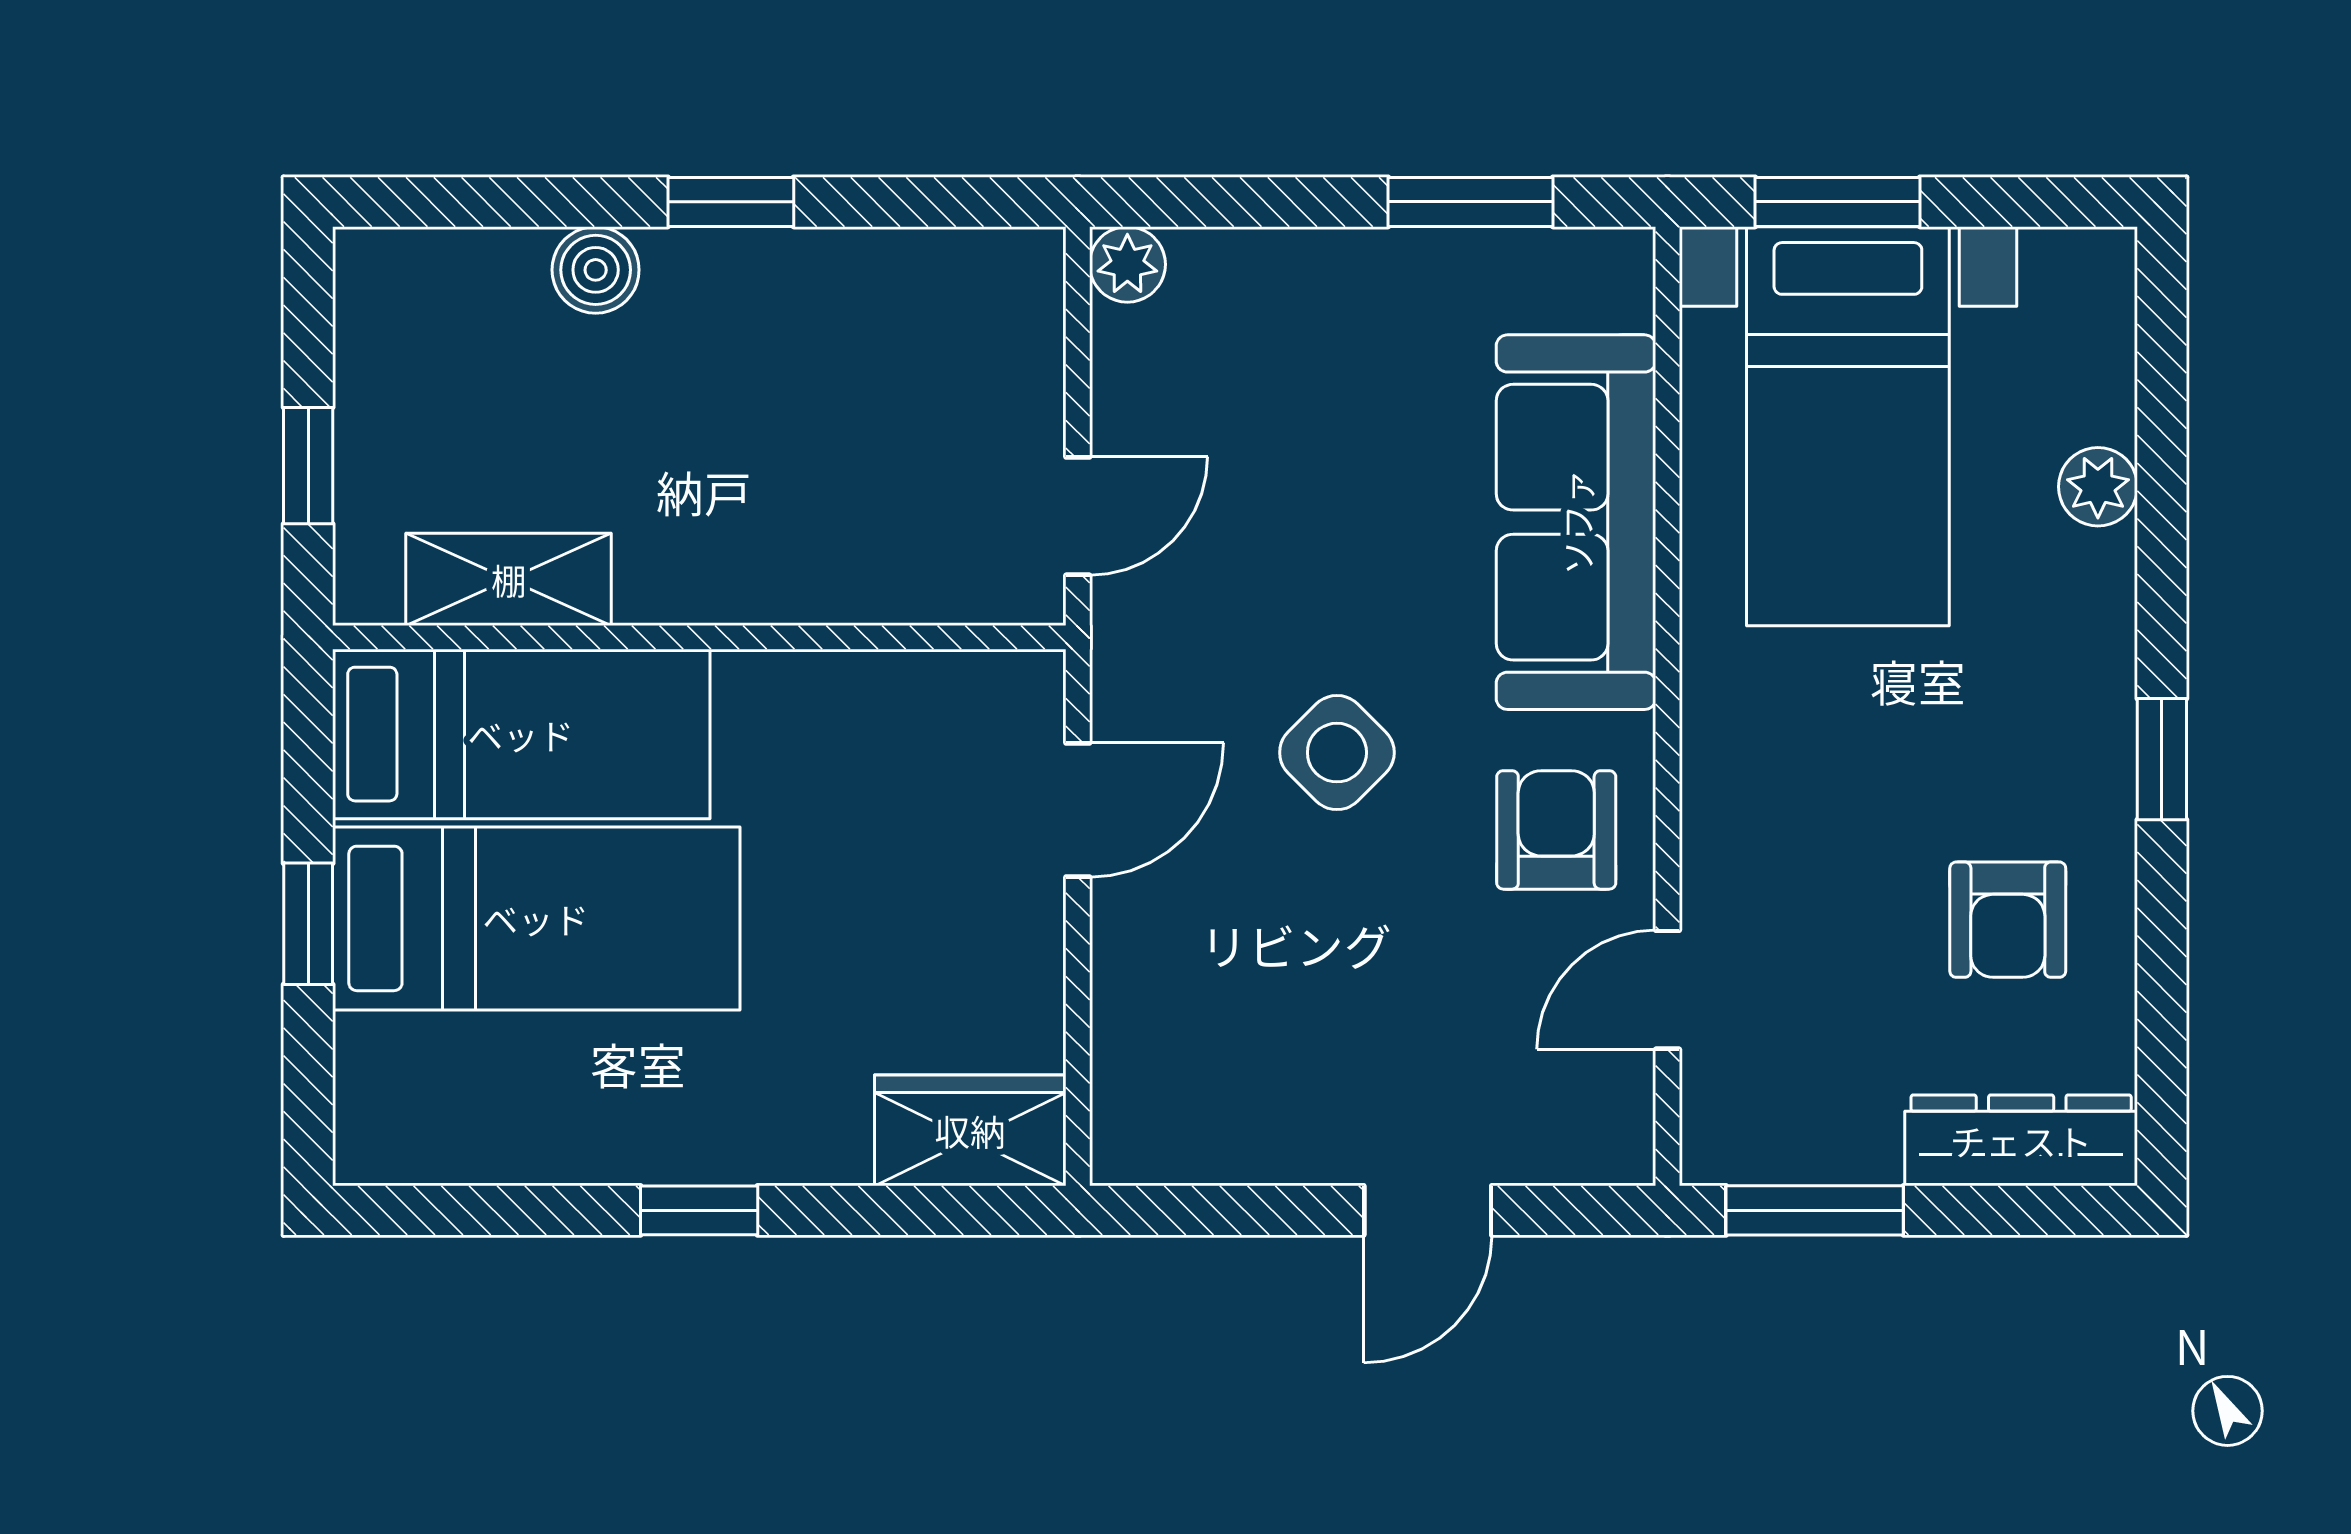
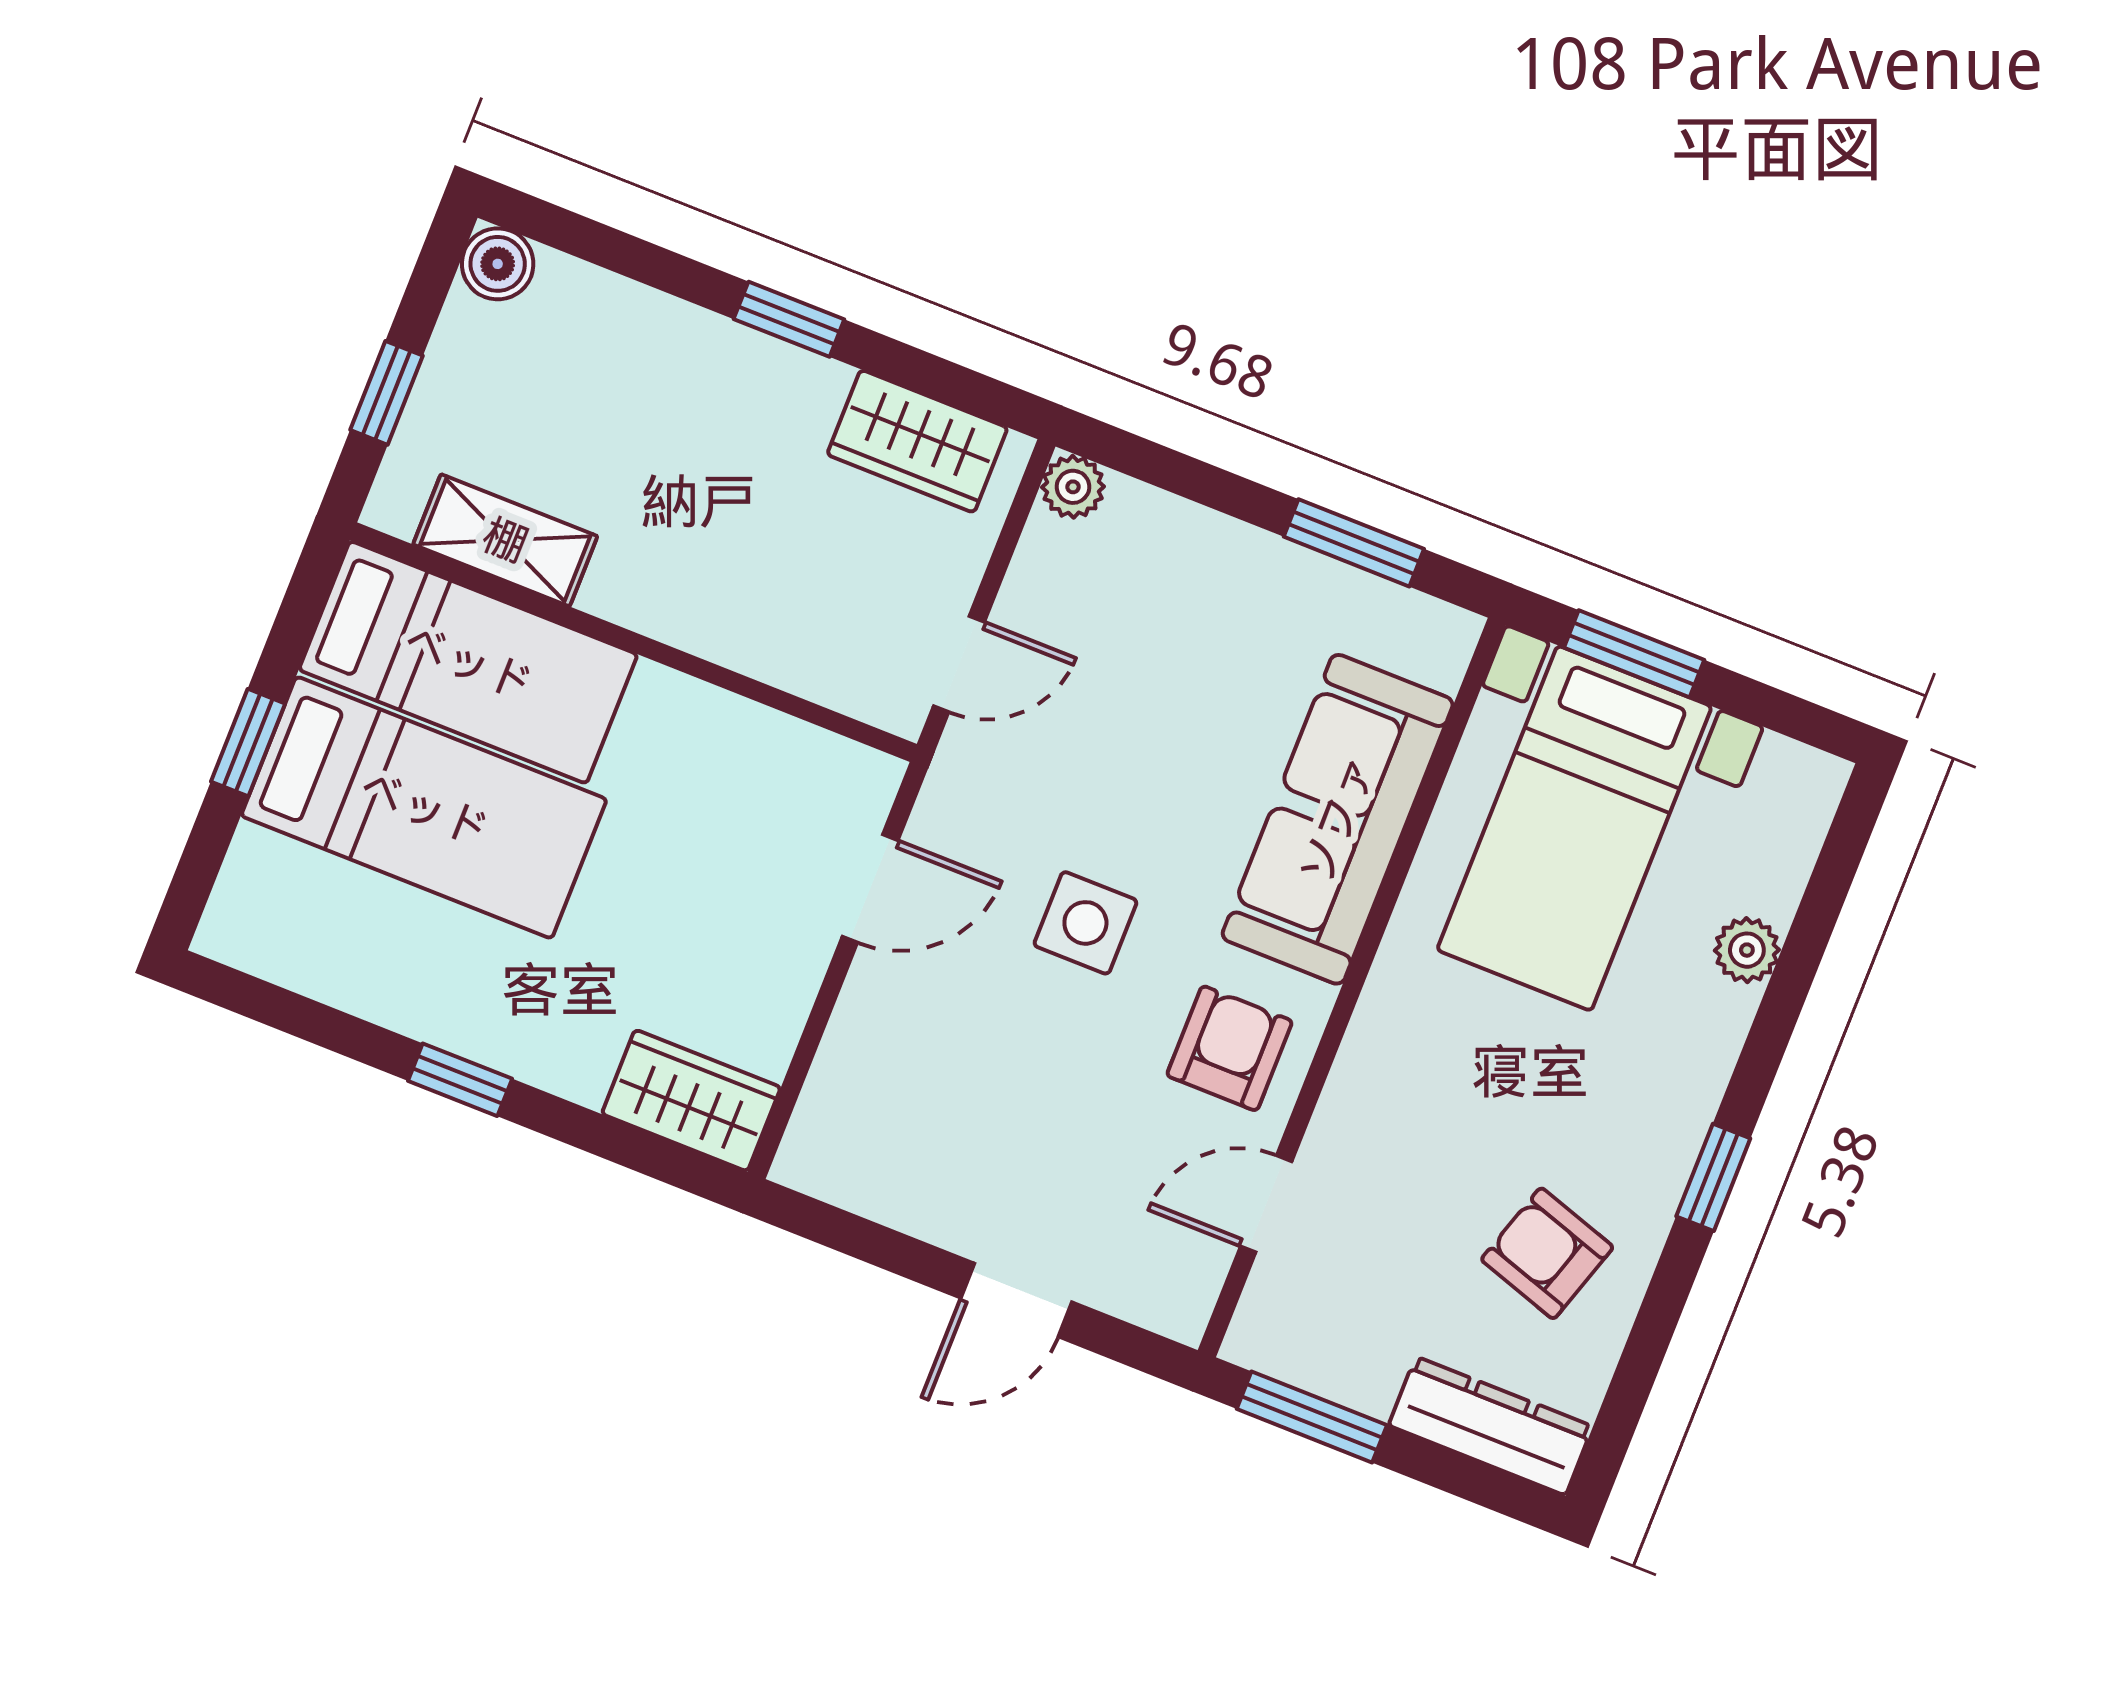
boiler: (596, 270) -> (498, 264), moved
wardrobe: (931, 282) -> (917, 441), added
side table: (1337, 753) -> (1085, 923), turned 45
armchair: (2008, 920) -> (1547, 1253), turned 108

